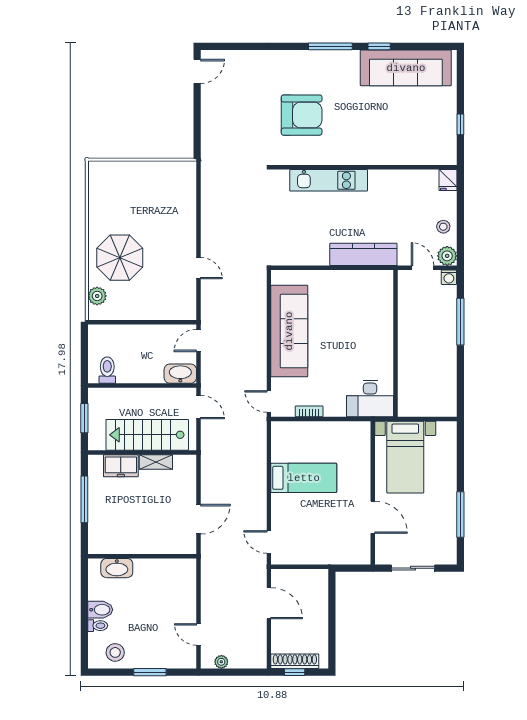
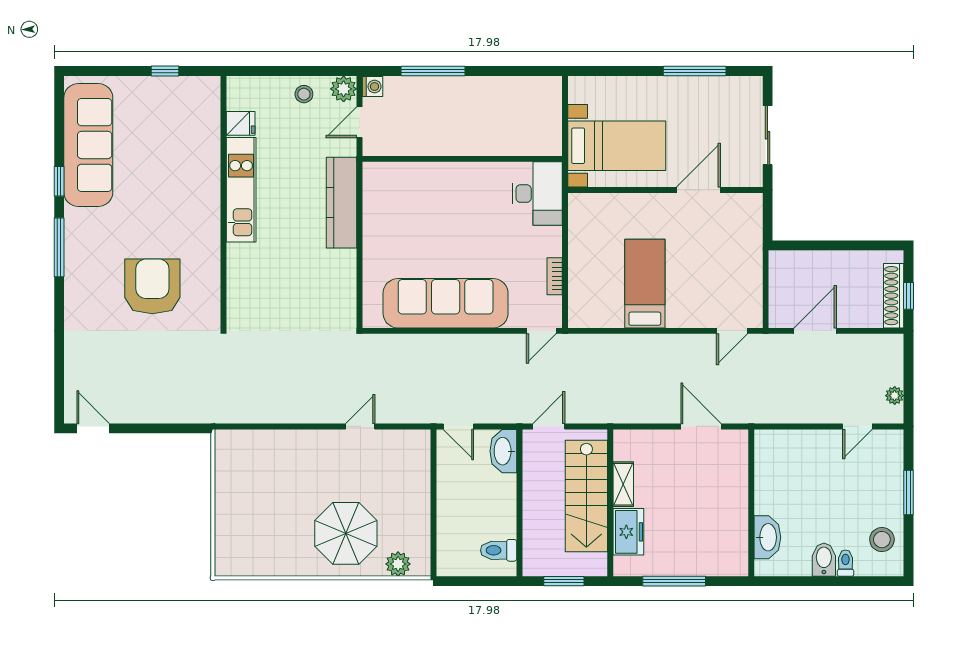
kitchen unit: (329, 180) -> (241, 190), moved
fridge: (448, 180) -> (241, 123), moved

